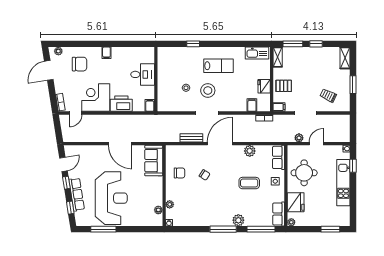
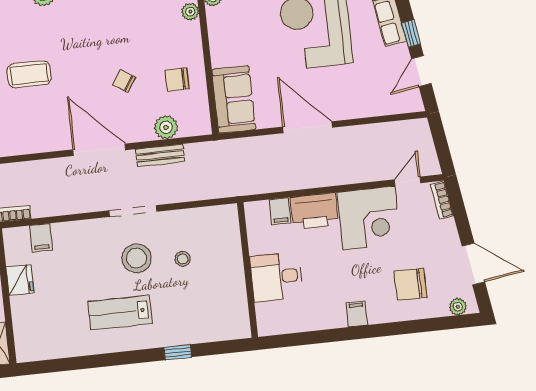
kitchen sink: (257, 53) -> (42, 348), removed
door: (49, 70) -> (473, 264), hinge flipped
filing cabinet: (150, 105) -> (280, 211), moved
door: (220, 144) -> (99, 150), swing flipped
plant: (250, 151) -> (166, 127), moved

